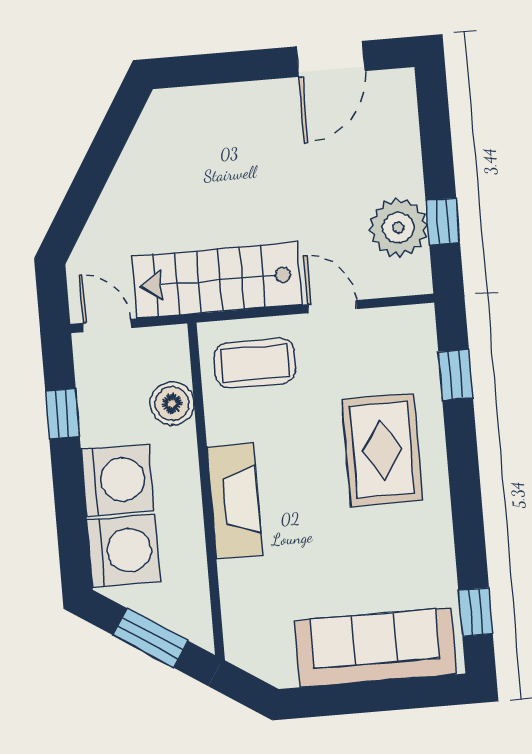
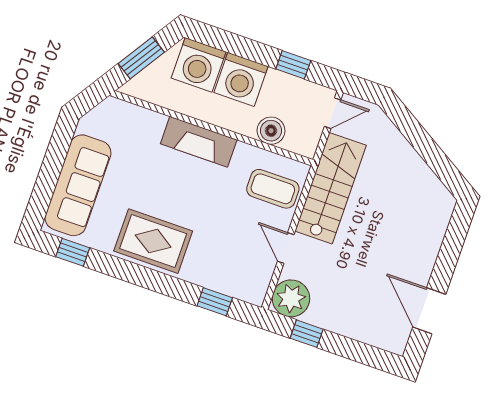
plant: (398, 228) -> (291, 298), moved
door: (332, 307) -> (286, 248), swing flipped
coffee table: (255, 363) -> (273, 189), turned 90
rug: (382, 450) -> (153, 241), moved

